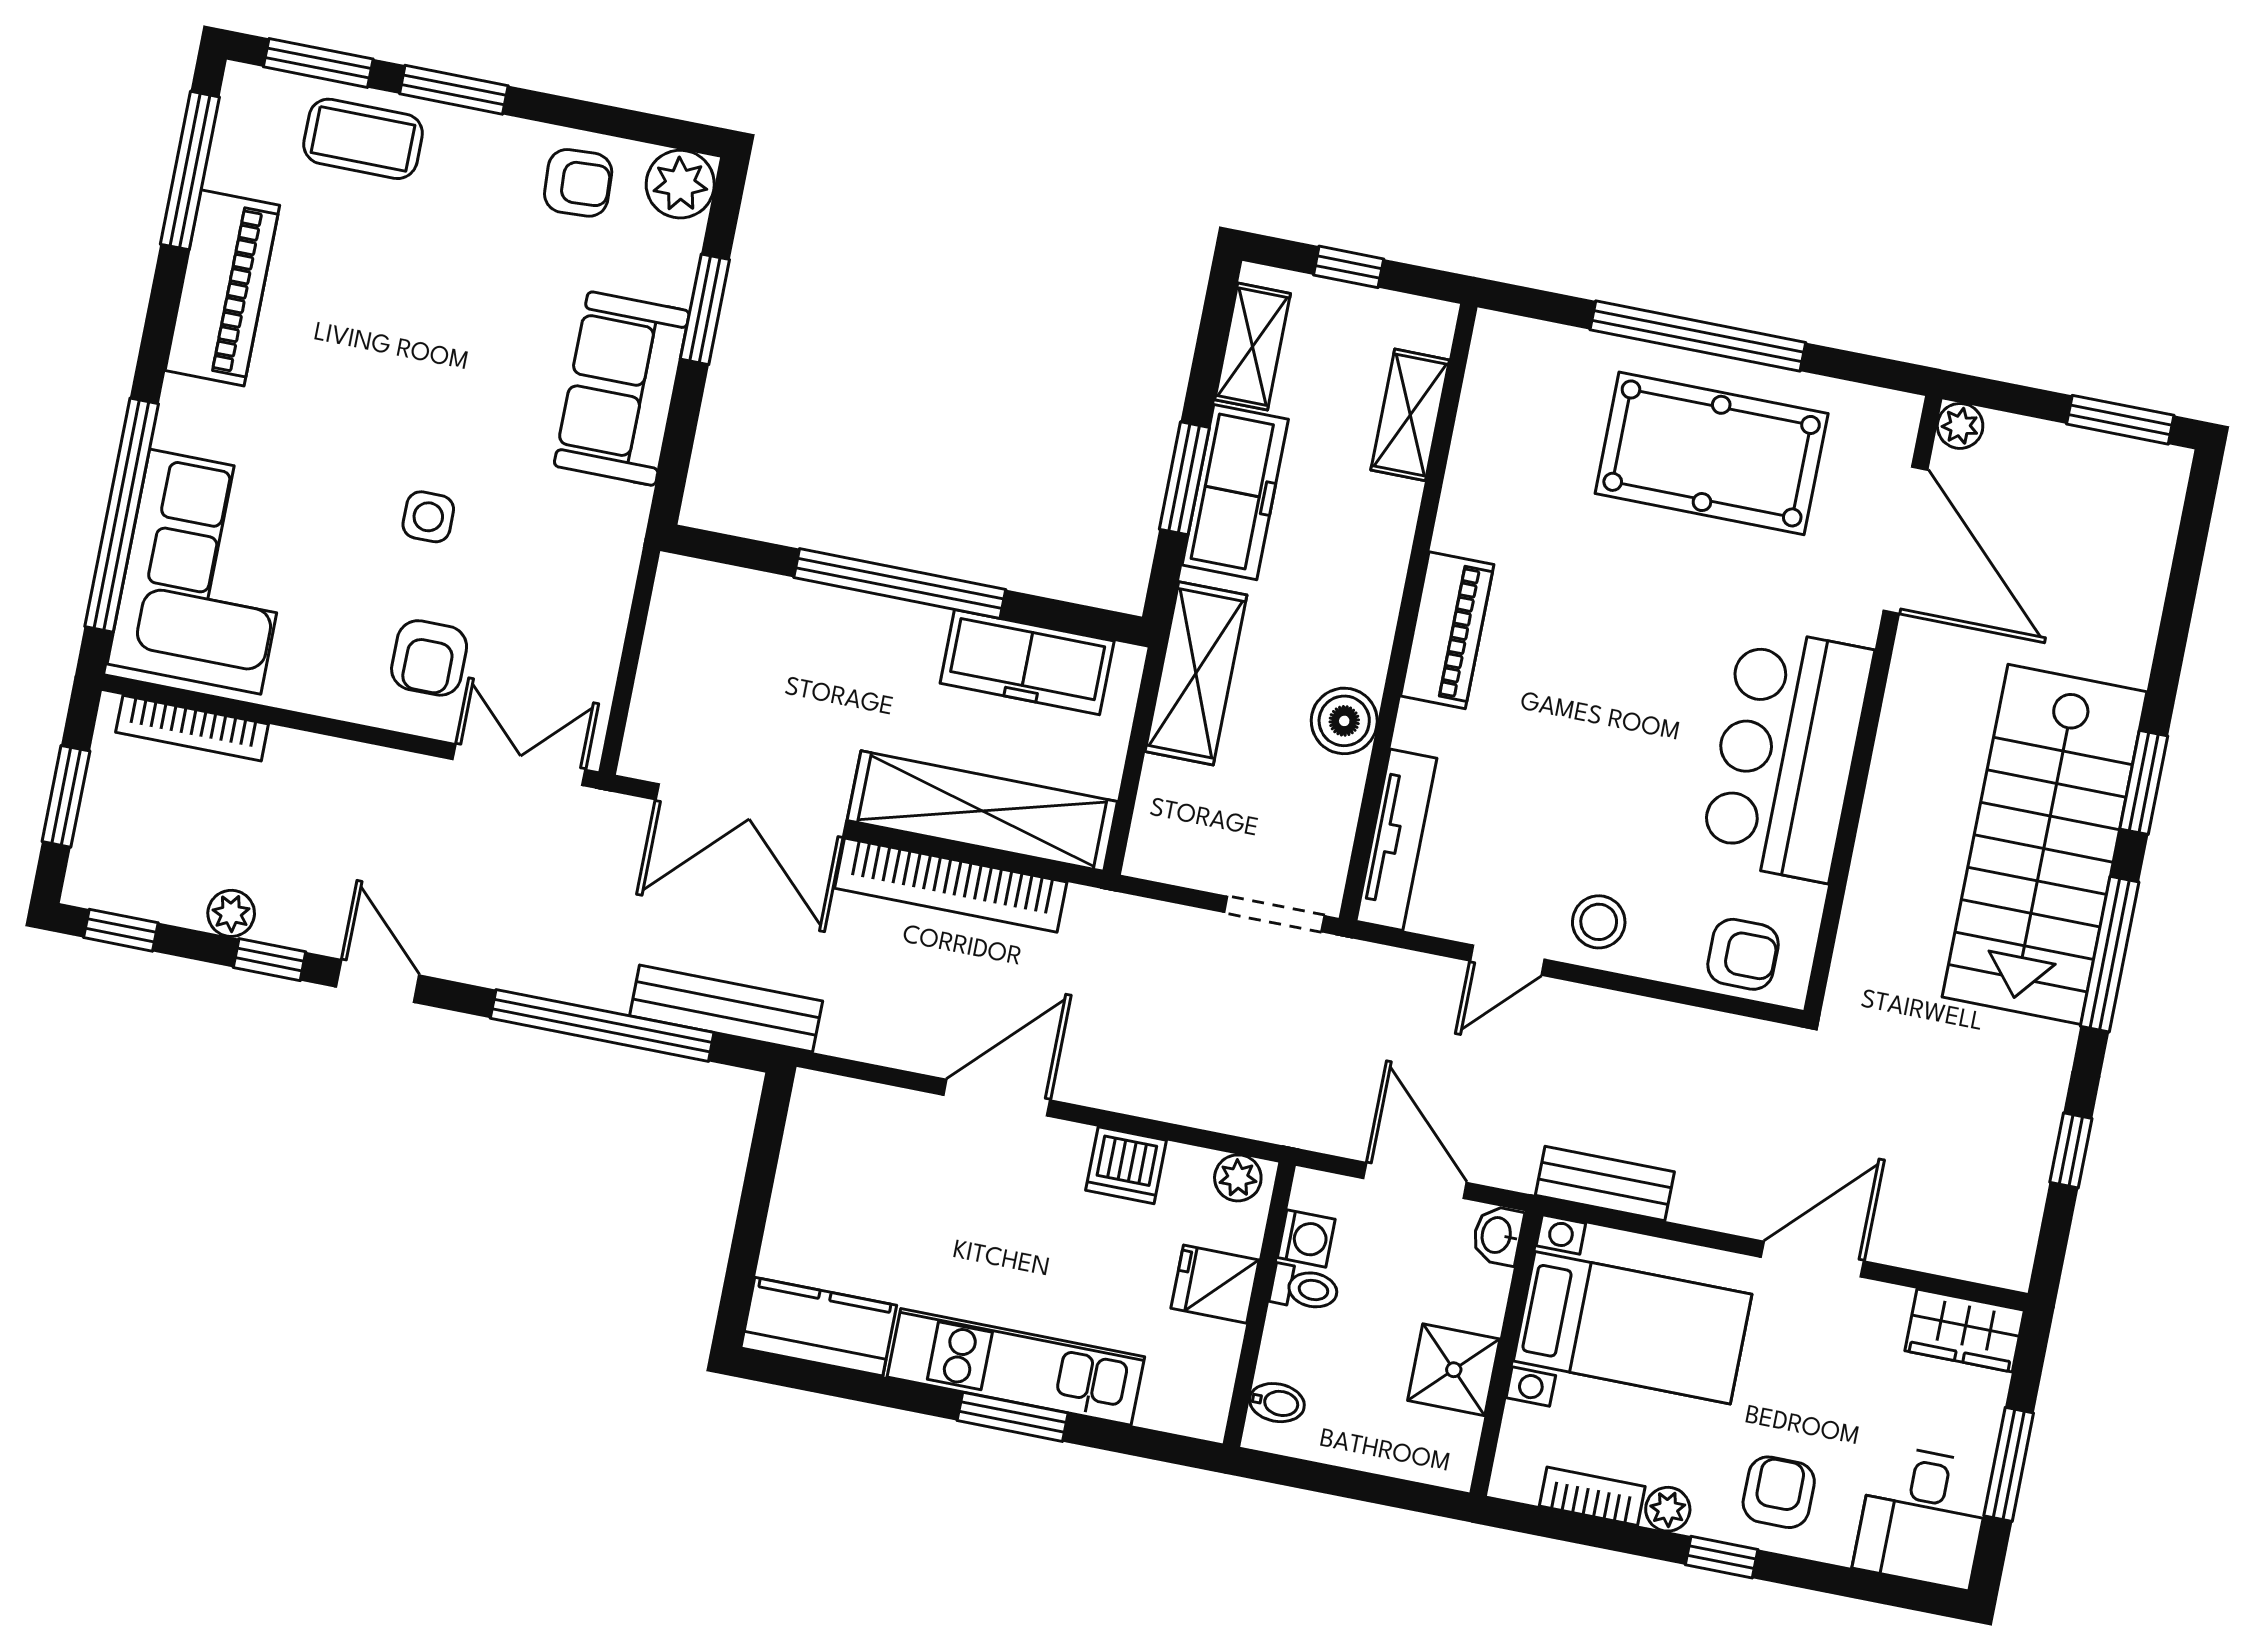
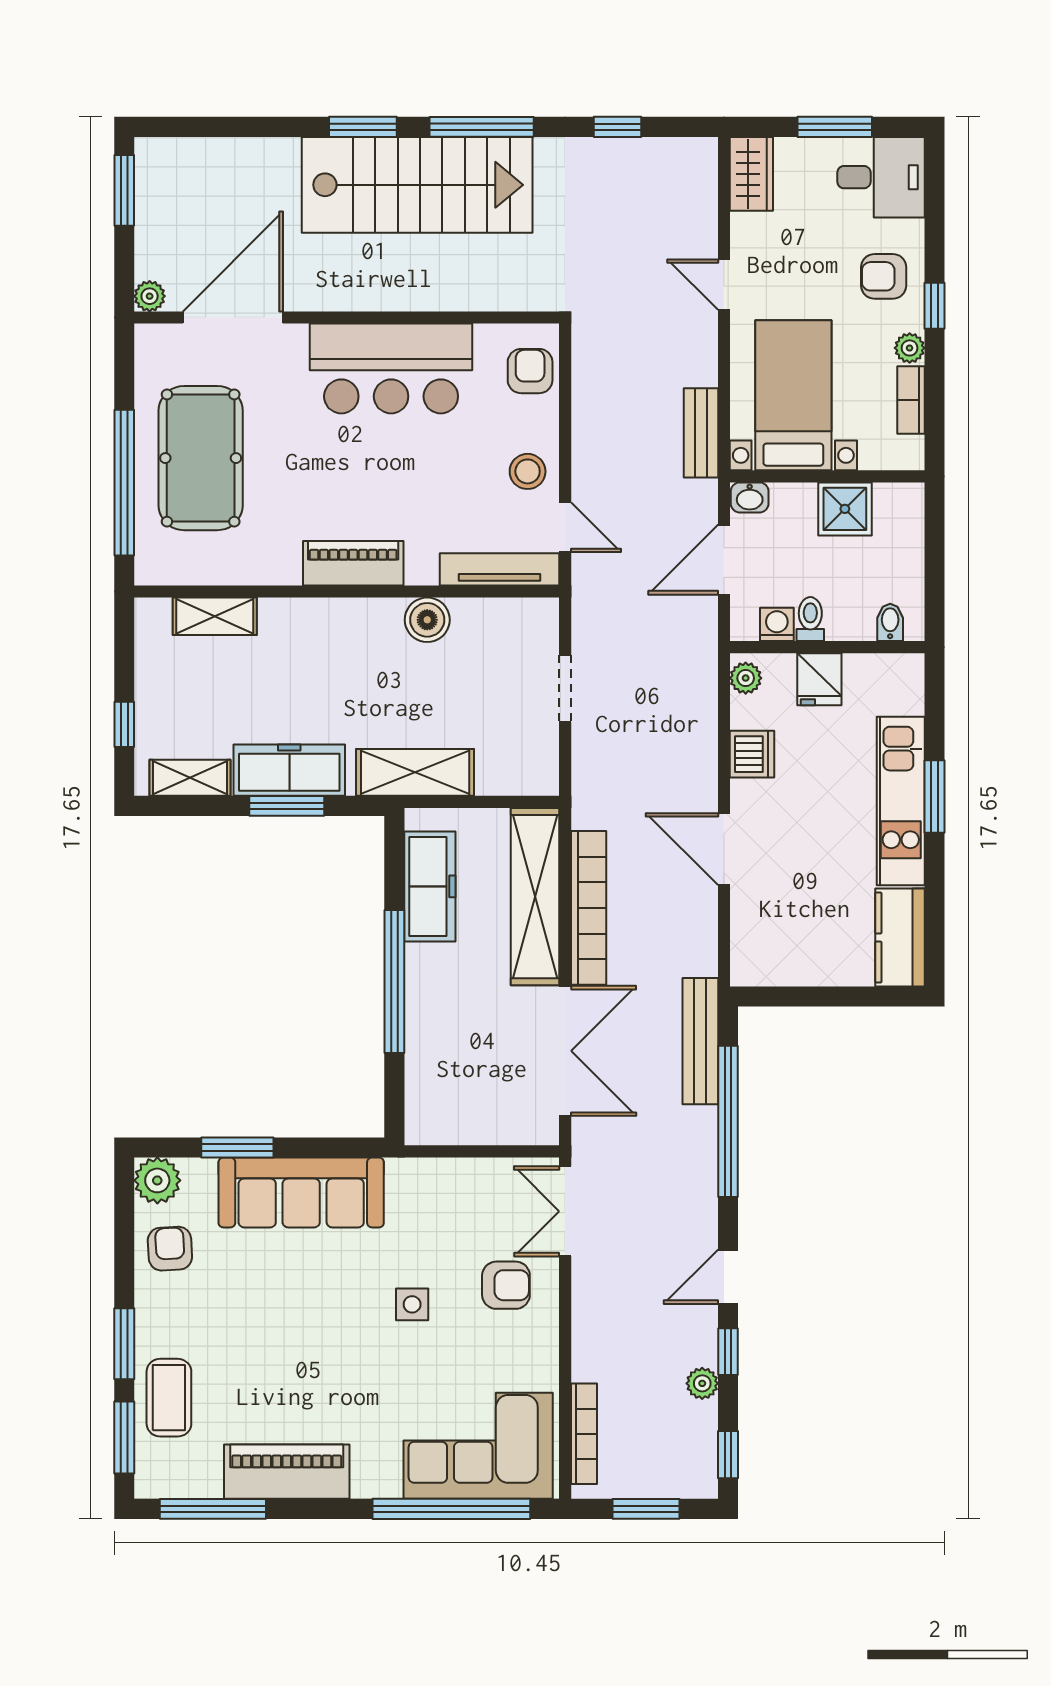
sofa: (622, 389) -> (301, 1192), width x1.36
shelving: (1410, 415) -> (215, 616), moved
wall: (1408, 613) -> (347, 591), moved
piano: (1447, 630) -> (353, 563), moved
boiler: (1344, 721) -> (427, 620), moved
tv unit: (1396, 840) -> (499, 569), moved
door: (1812, 1259) -> (724, 285), width x0.73

